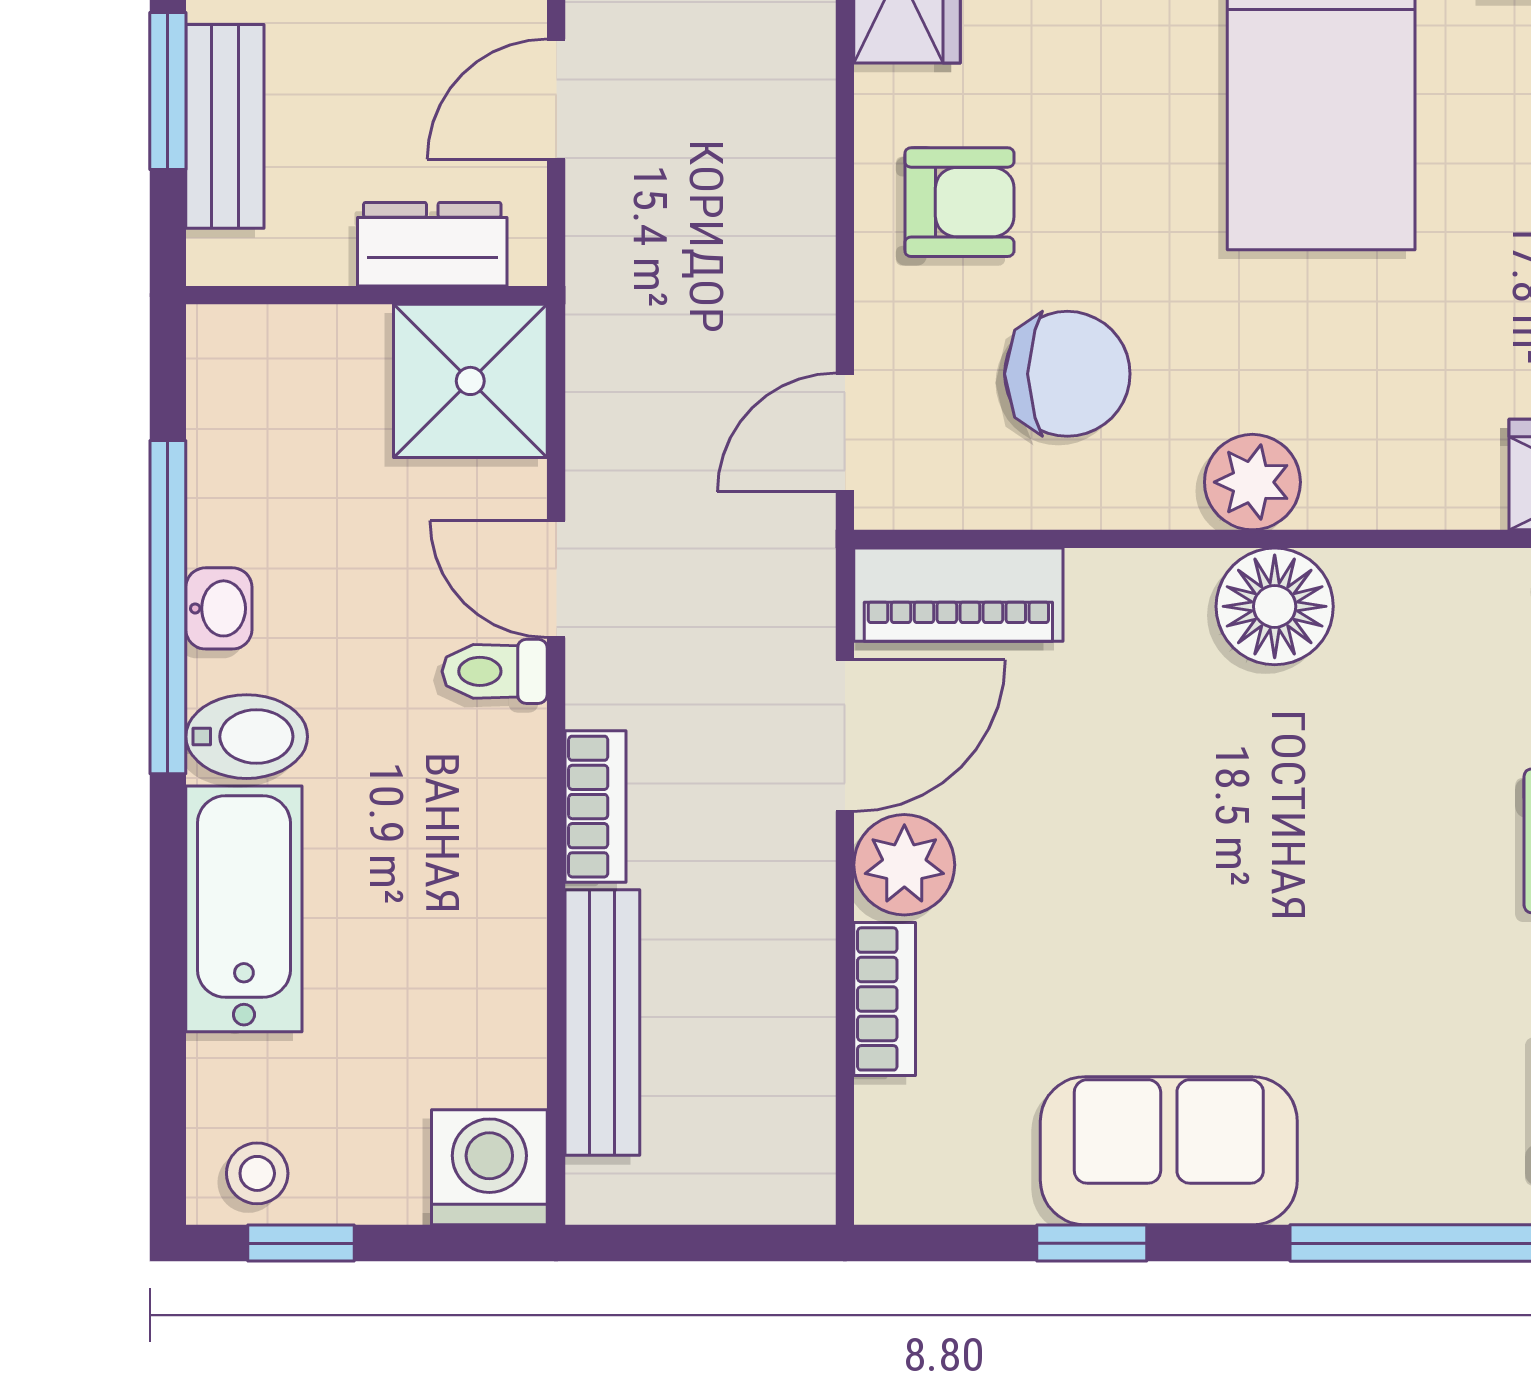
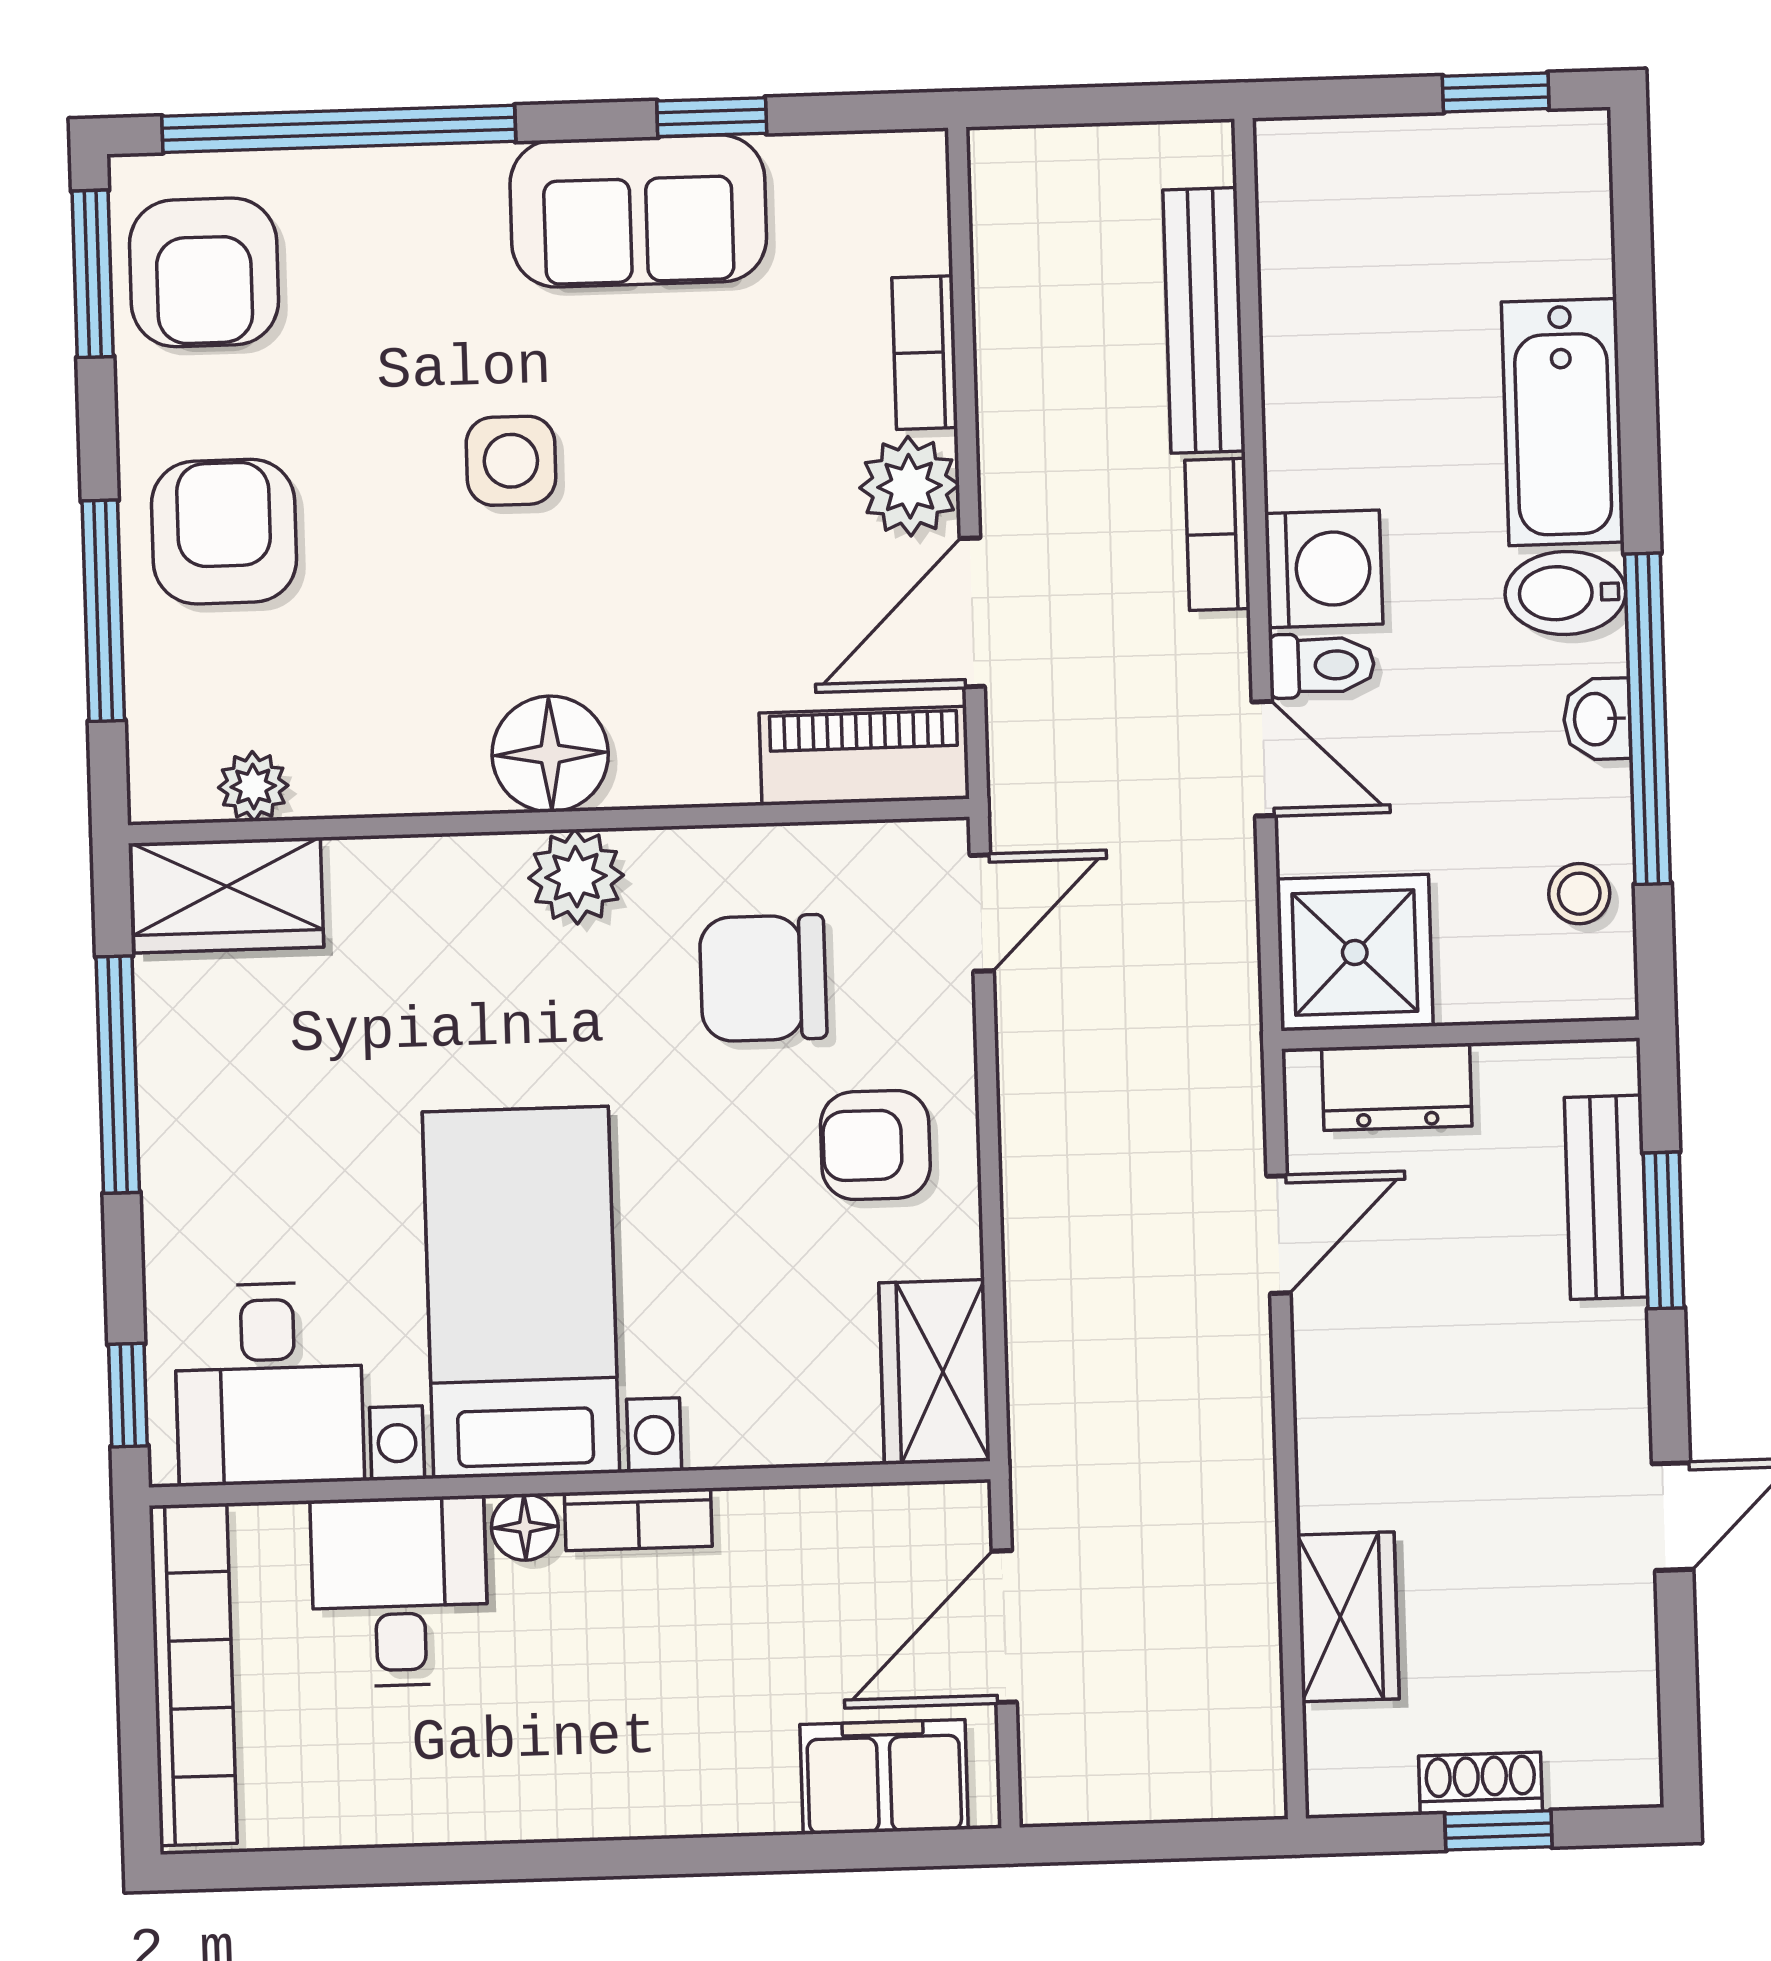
side table: (1305, 903) -> (511, 461), added
washing machine: (489, 1167) -> (1324, 569), moved, turned -90
stool: (257, 1173) -> (1579, 894), moved

